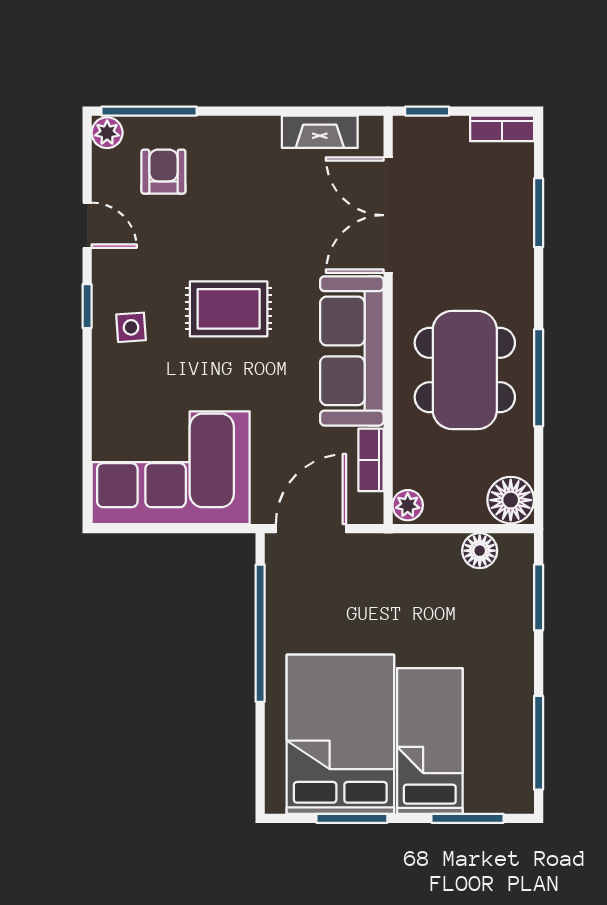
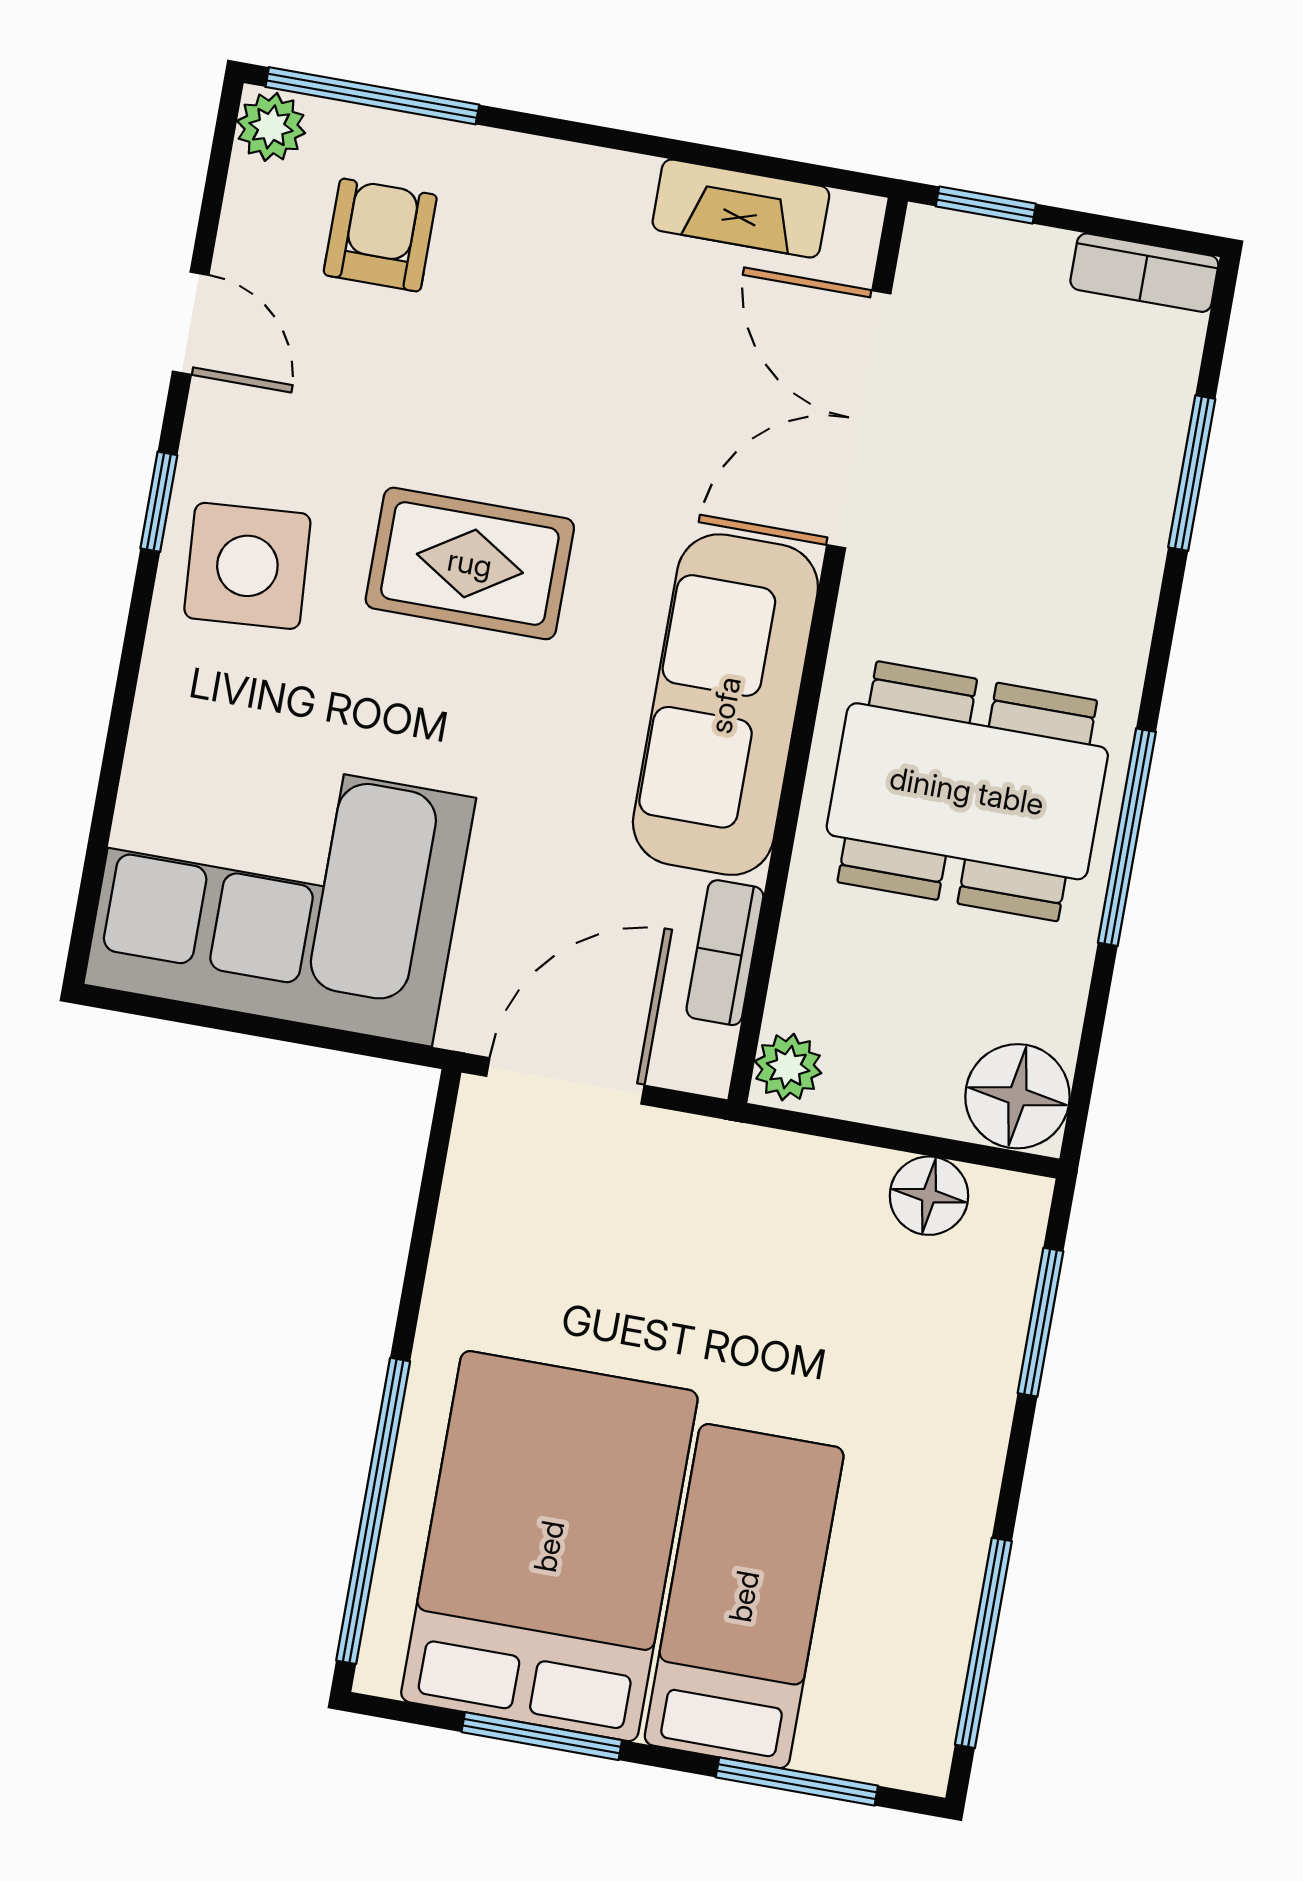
side table: (131, 327) -> (247, 566), width x1.87, depth x1.87
dining table: (465, 370) -> (967, 791), turned 90
window: (260, 633) -> (373, 1511), moved

